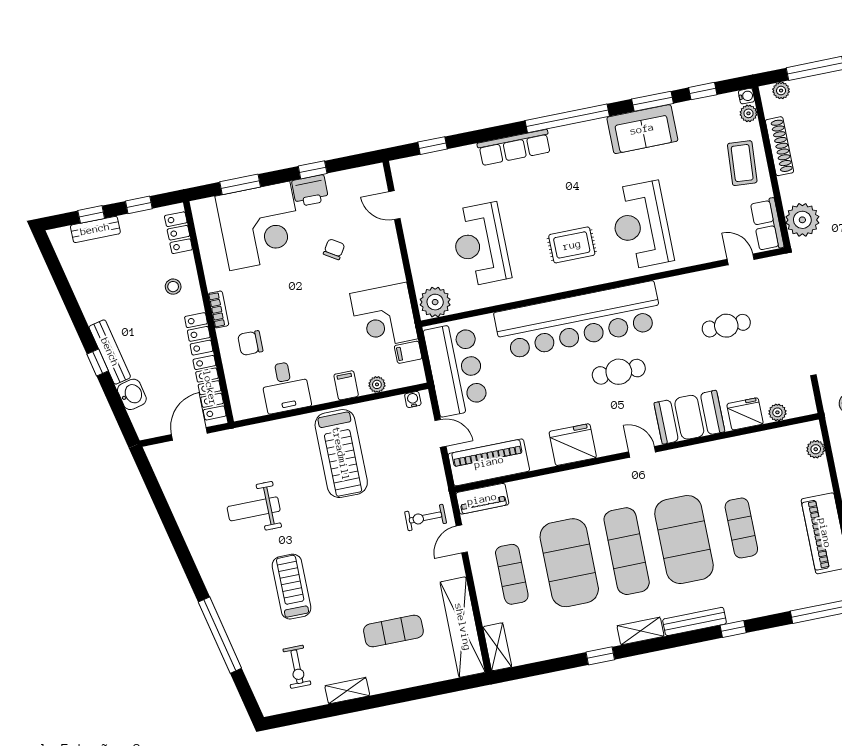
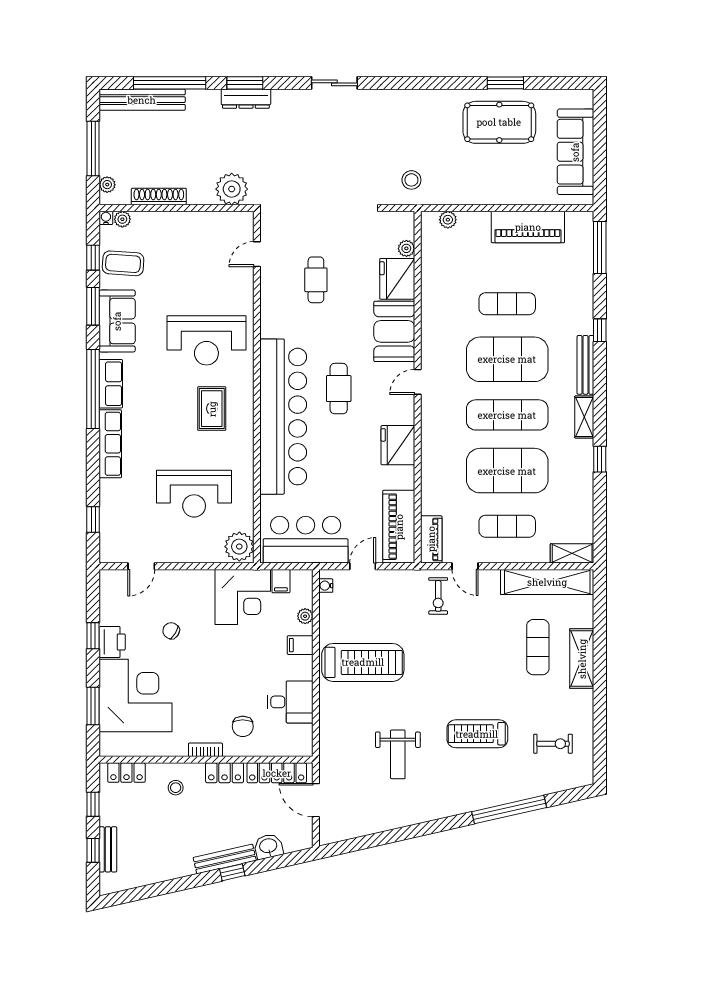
coffee table: (742, 163) -> (123, 263), moved
row of seats: (767, 225) -> (111, 384), moved, turned -90
fridge: (745, 414) -> (397, 279), width x1.36, depth x1.34
shelving: (347, 691) -> (582, 659), moved, width x1.50, depth x1.33

